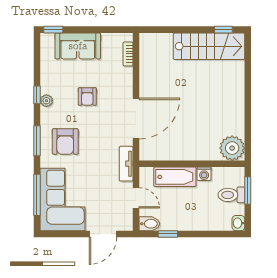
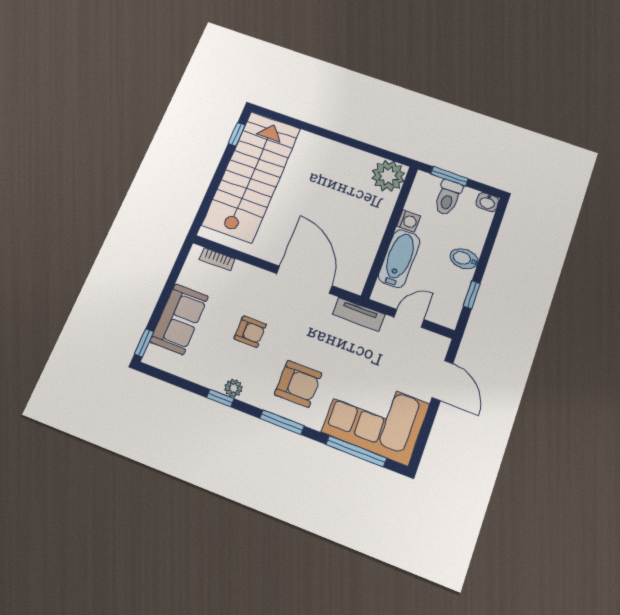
stairs: (209, 46) -> (252, 176), width x1.36, depth x1.51
bidet: (149, 224) -> (464, 259), moved, turned -90

